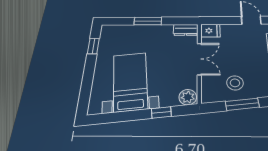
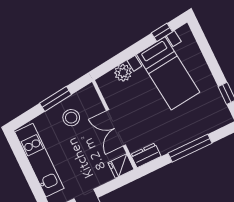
window: (148, 21) -> (190, 148), width x1.44
plant: (188, 97) -> (123, 73), moved
window: (161, 112) -> (162, 32), moved

